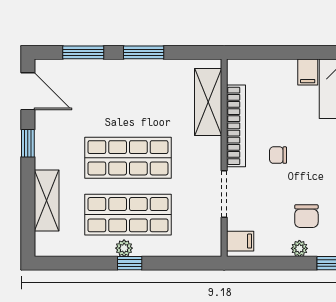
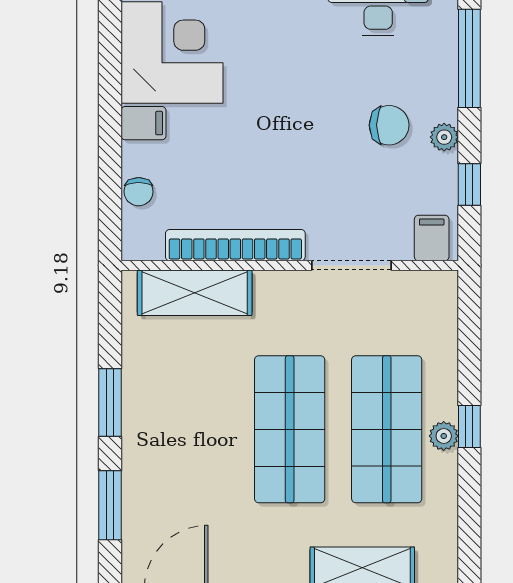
chair: (278, 155) -> (139, 192), moved
window: (272, 263) -> (469, 184), added

